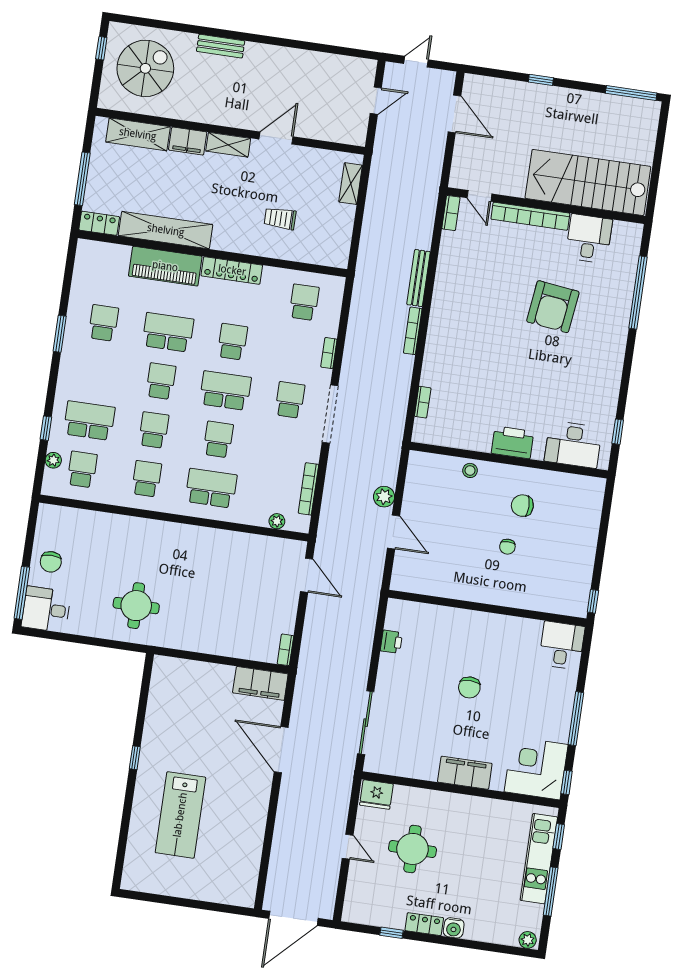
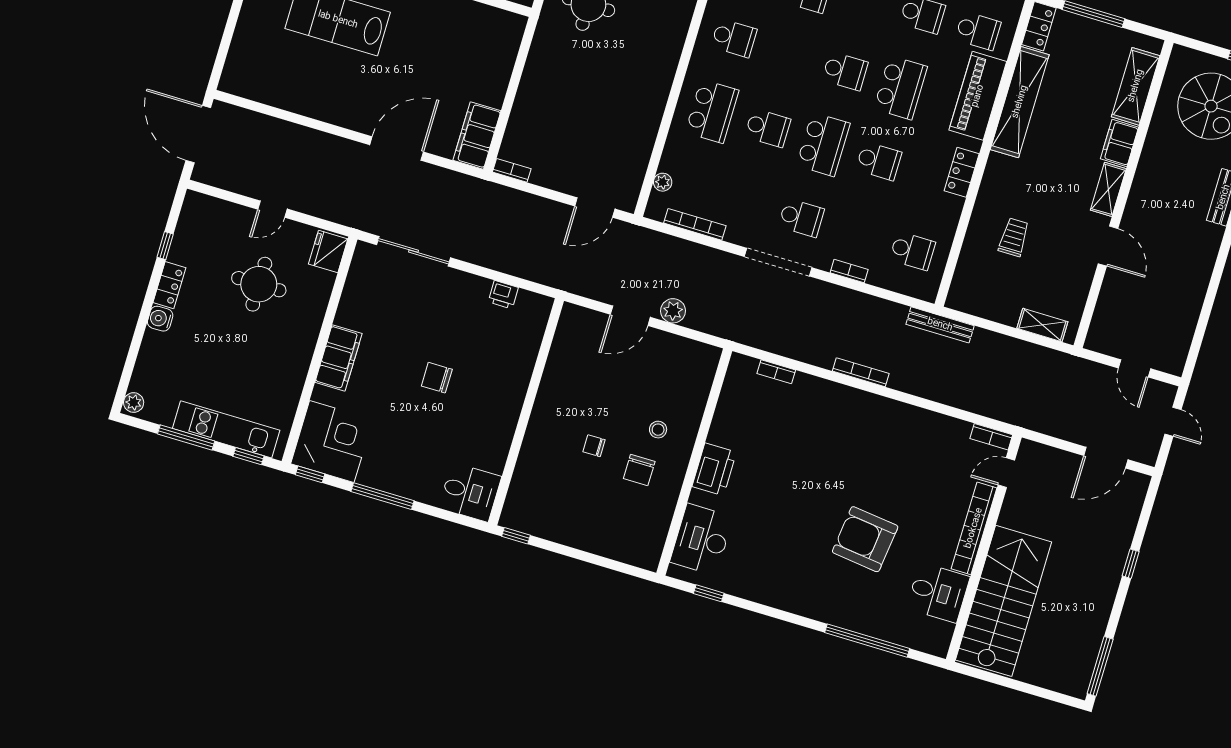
locker: (232, 270) -> (962, 172), width x0.66
bench: (419, 278) -> (940, 325), moved
school desk: (154, 430) -> (978, 31), moved
stool: (470, 470) -> (658, 430), moved
chair: (522, 506) -> (639, 470), turned 180

